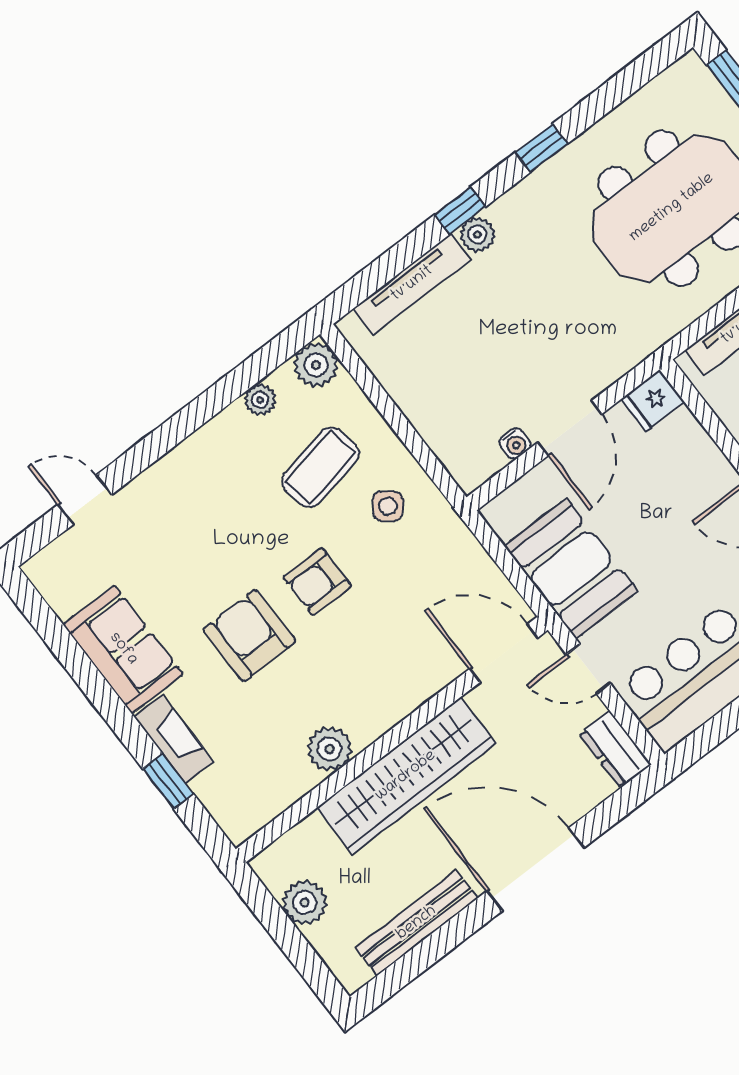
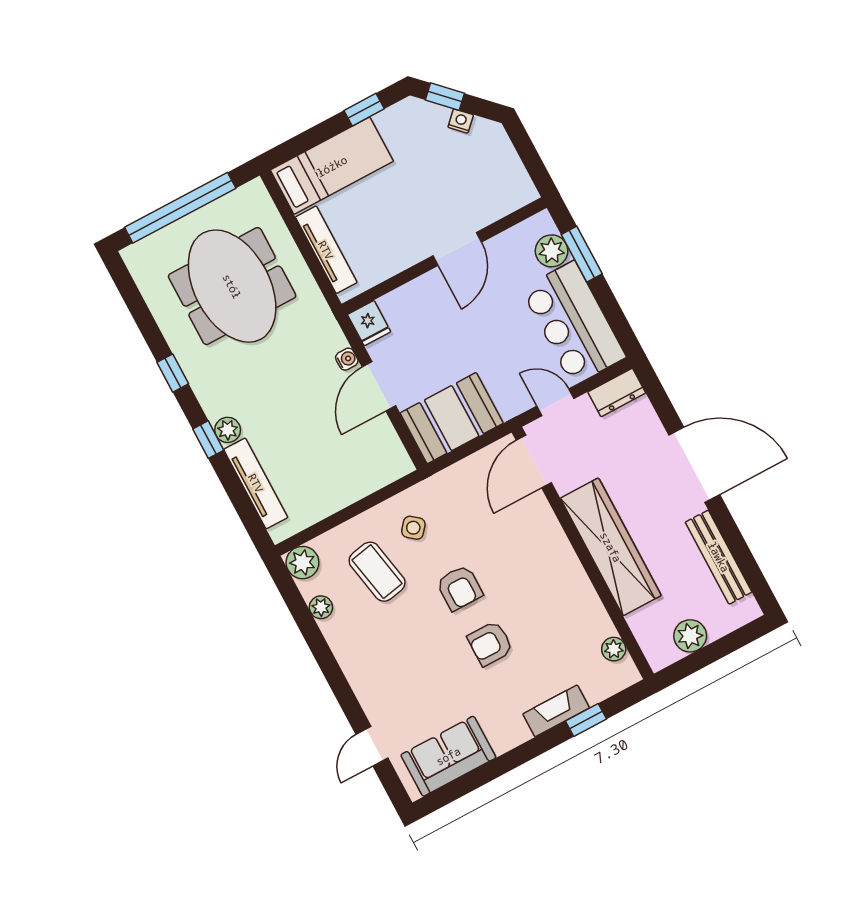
door: (570, 428) -> (379, 386), swing flipped
water cooler: (515, 444) -> (347, 359), moved
booth: (571, 569) -> (452, 418), moved
armchair: (249, 635) -> (490, 644), width x0.72, depth x0.72
sofa: (123, 649) -> (448, 756), moved
door: (588, 669) -> (555, 402), swing flipped
plant: (330, 749) -> (614, 649), moved, width x0.73, depth x0.73
door: (535, 869) -> (694, 465), swing flipped

